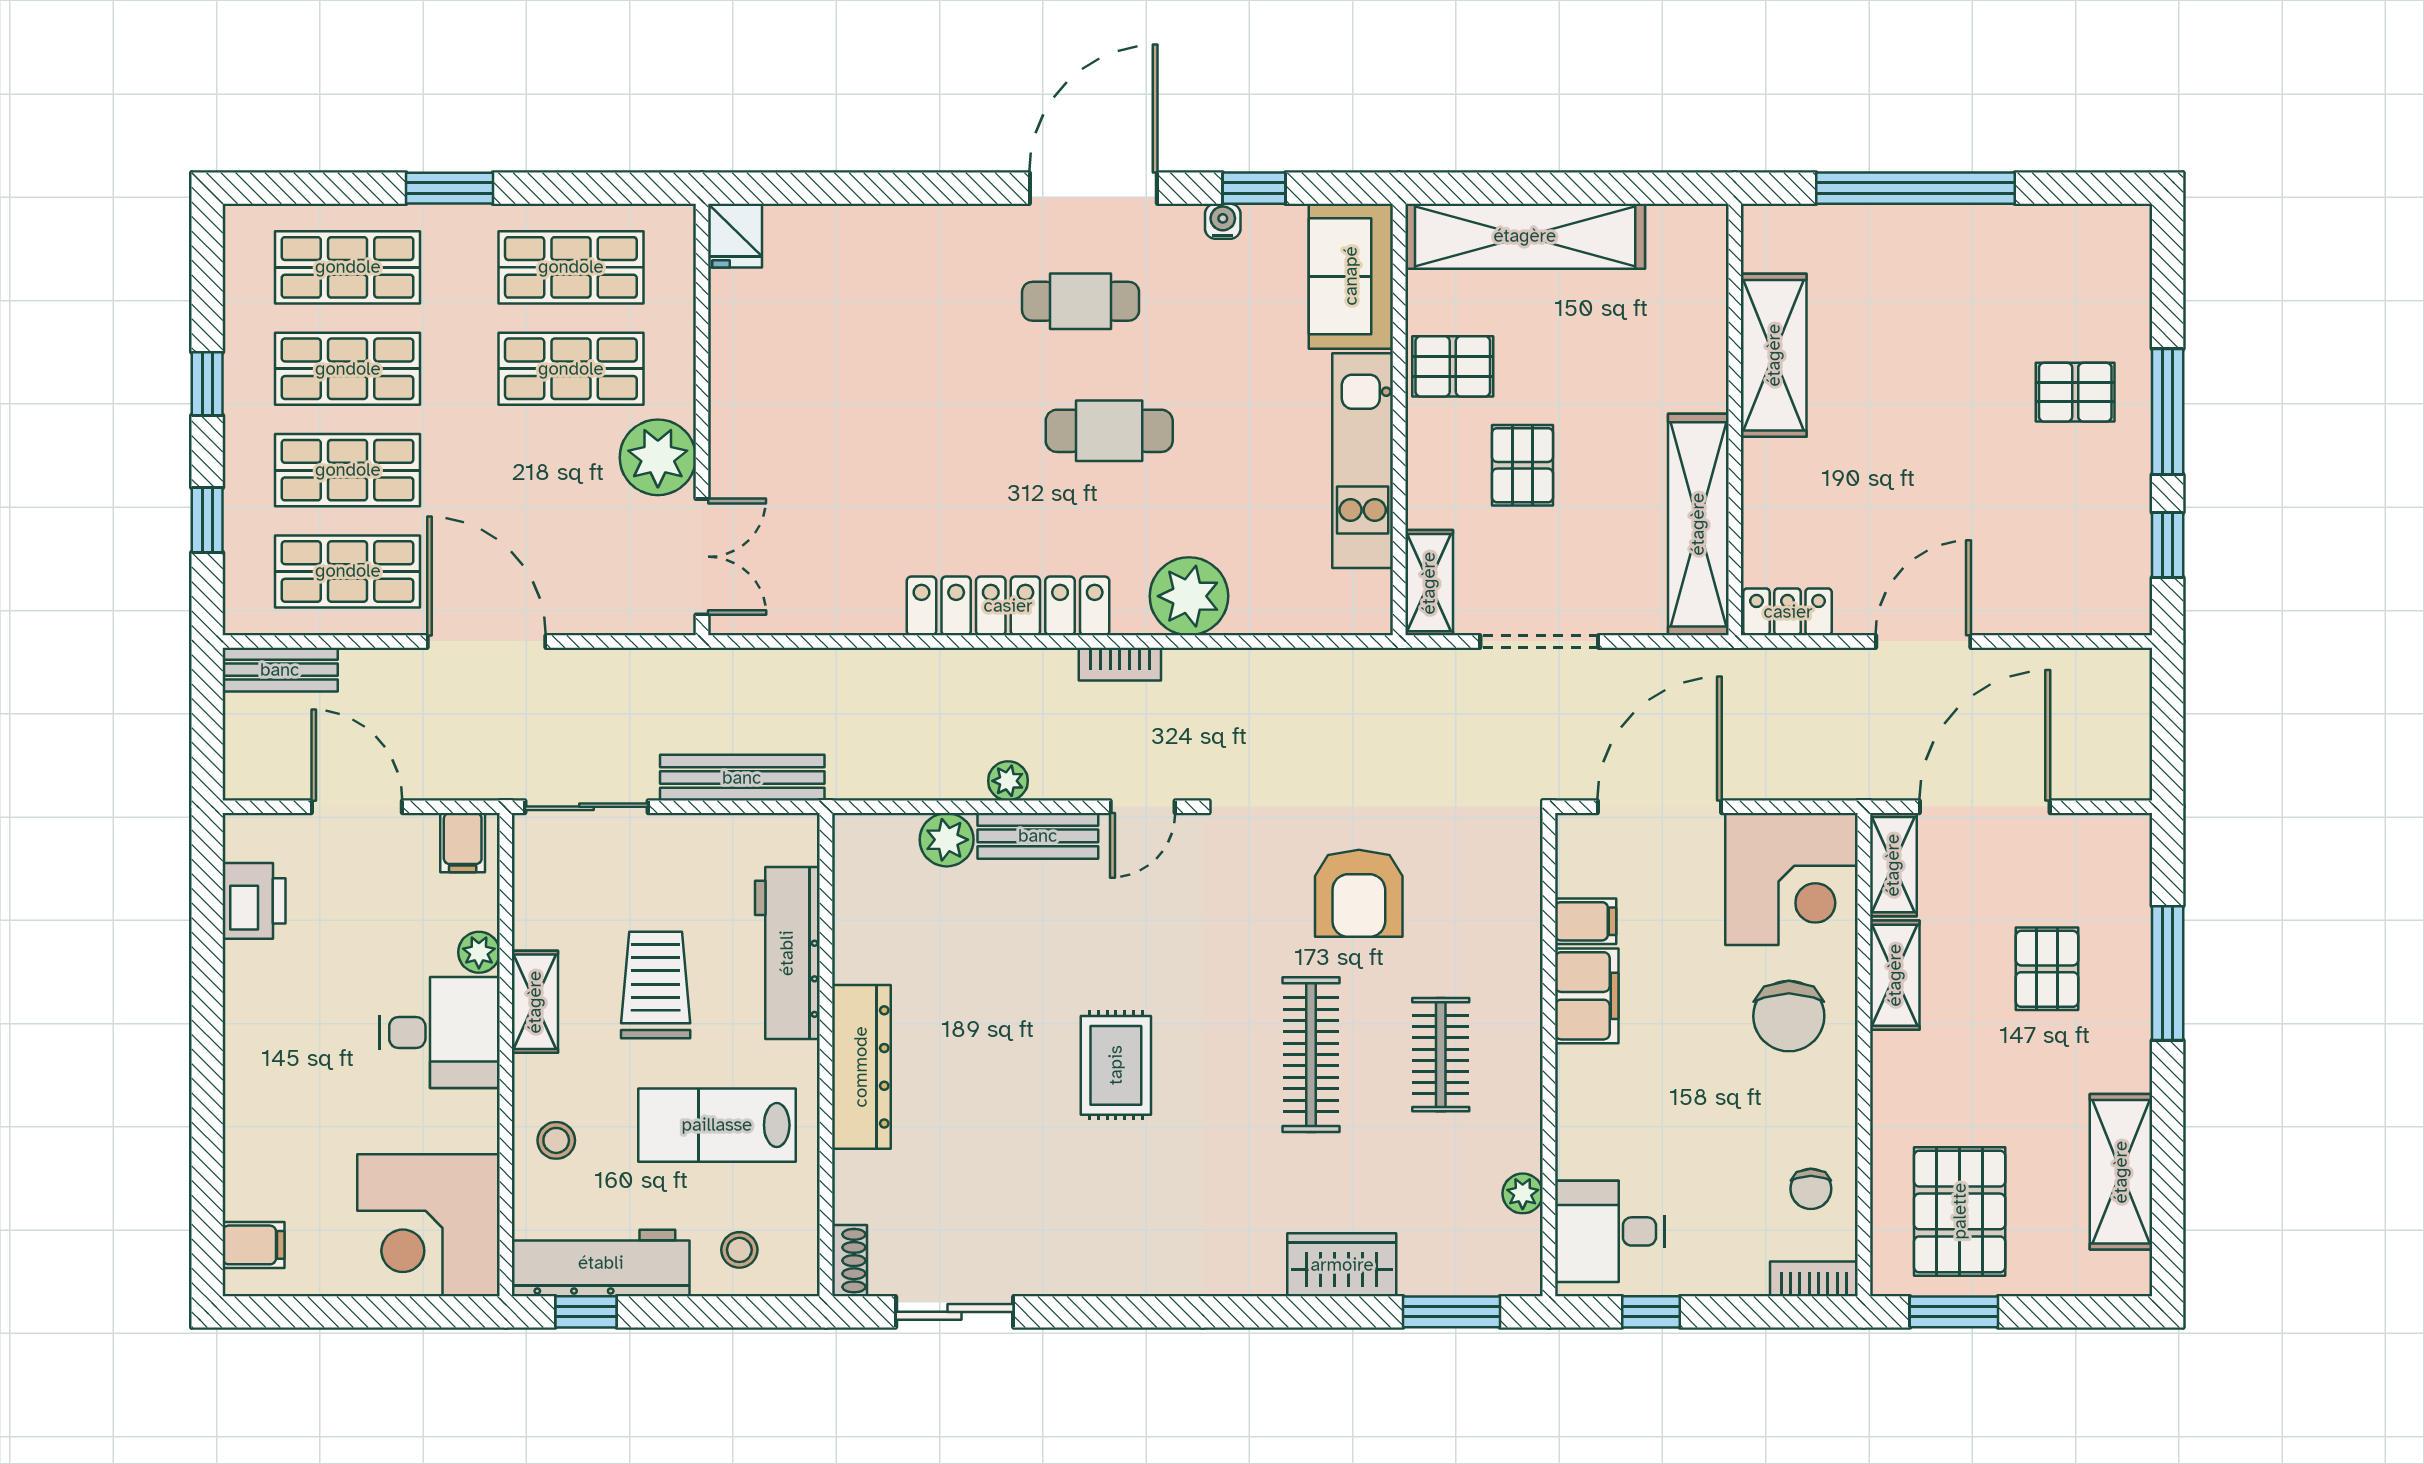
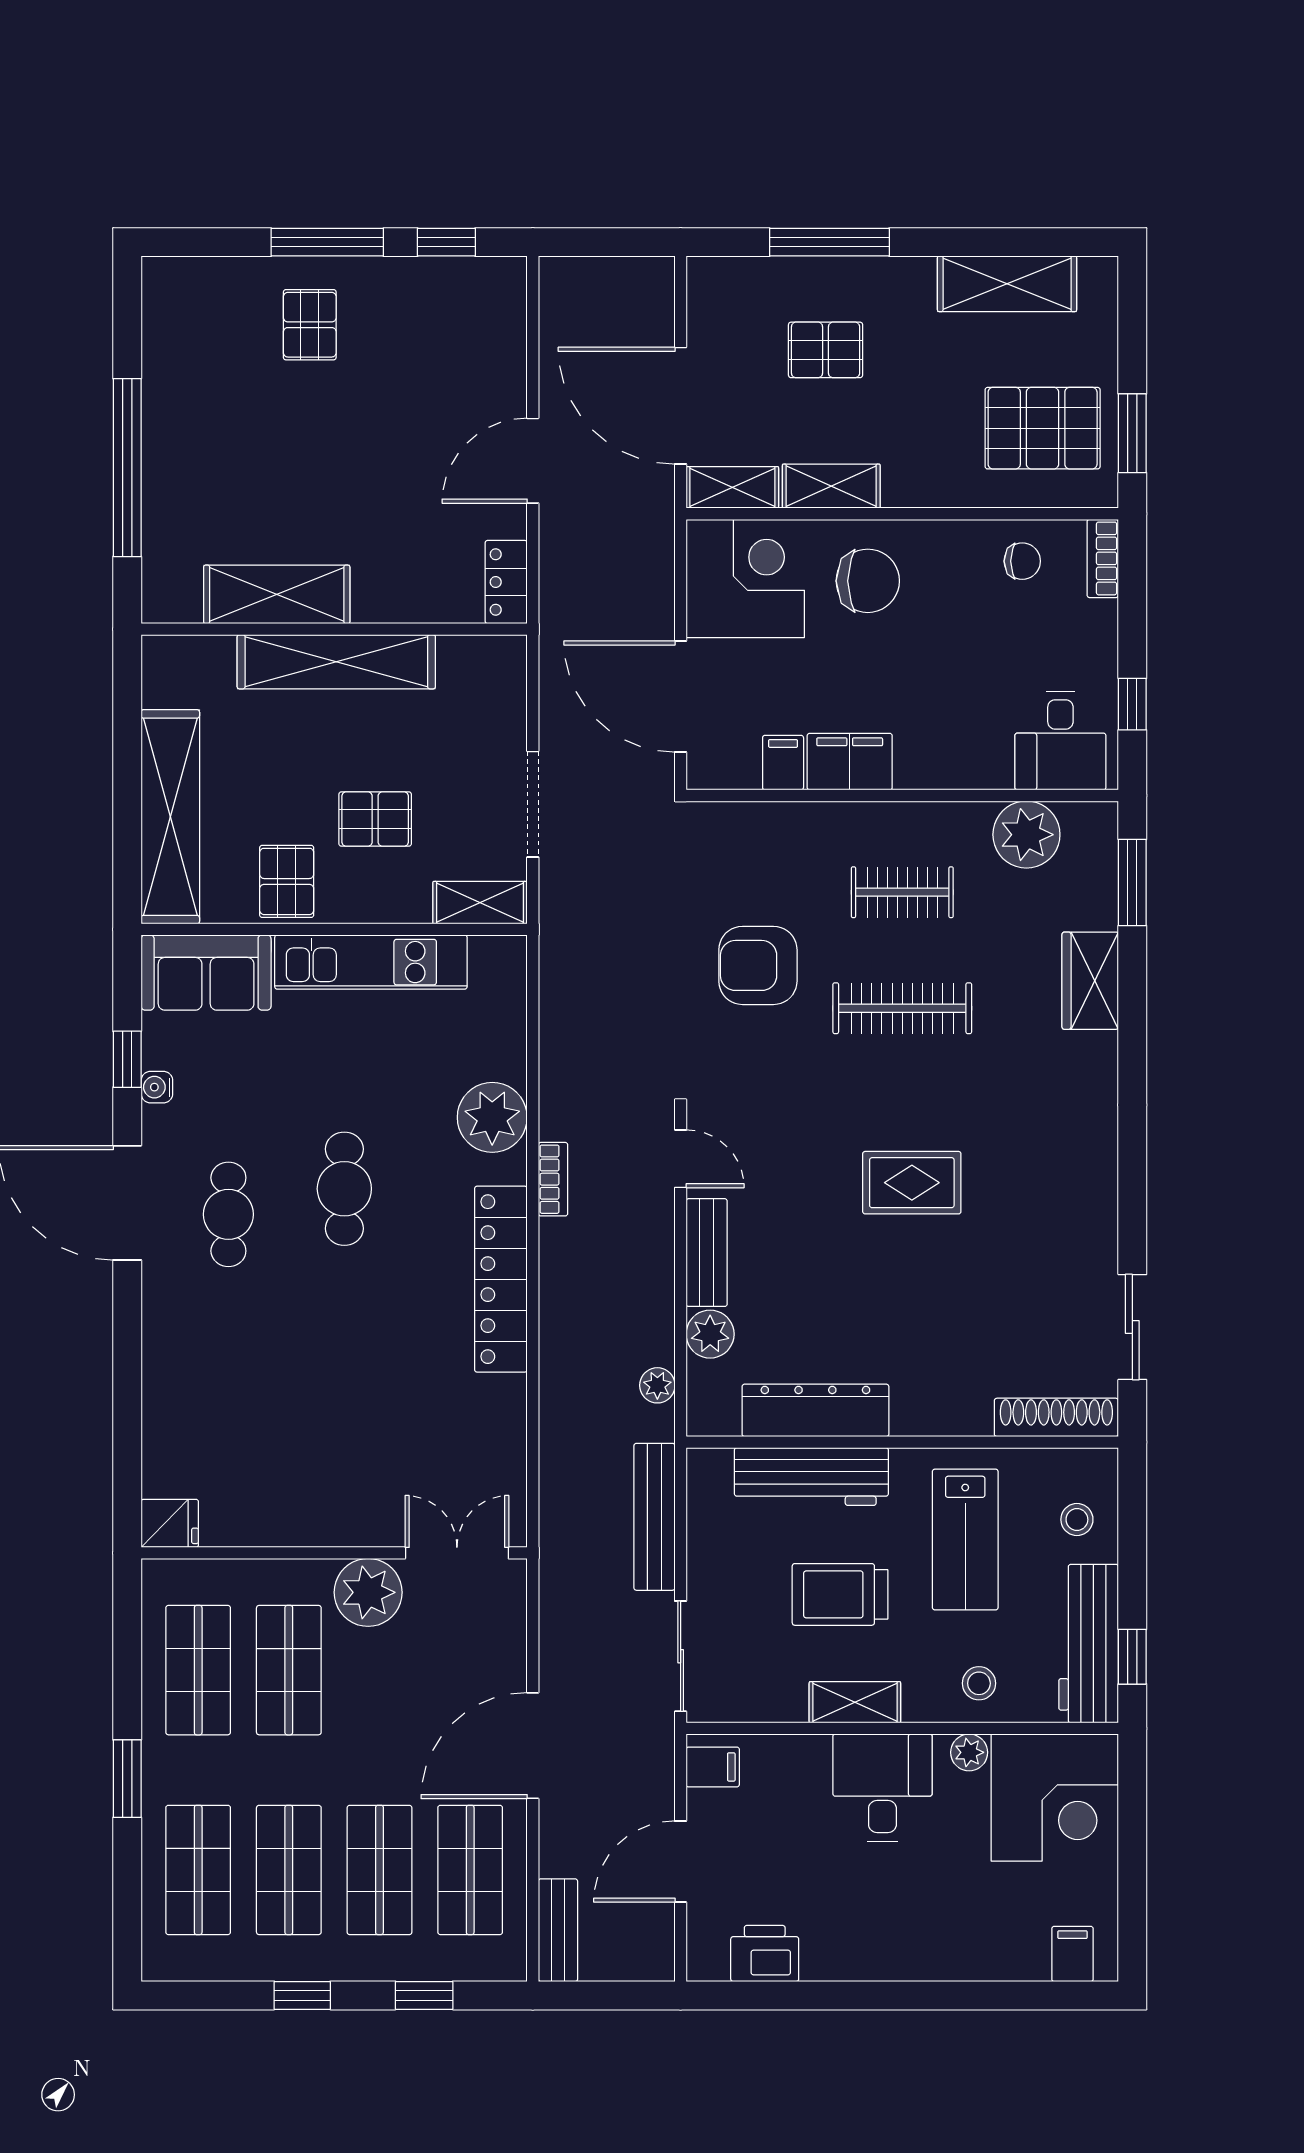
shelving: (1698, 524) -> (336, 662), moved
door: (1923, 641) -> (533, 461), hinge flipped
plant: (1008, 781) -> (657, 1385), moved
armchair: (1359, 893) -> (758, 965), turned 180
plant: (479, 952) -> (969, 1752), moved
dresser: (861, 1067) -> (815, 1410), moved
plant: (1523, 1193) -> (1026, 835), width x1.87, depth x1.87
shoe rack: (849, 1261) -> (1056, 1417), width x1.94, depth x1.24

